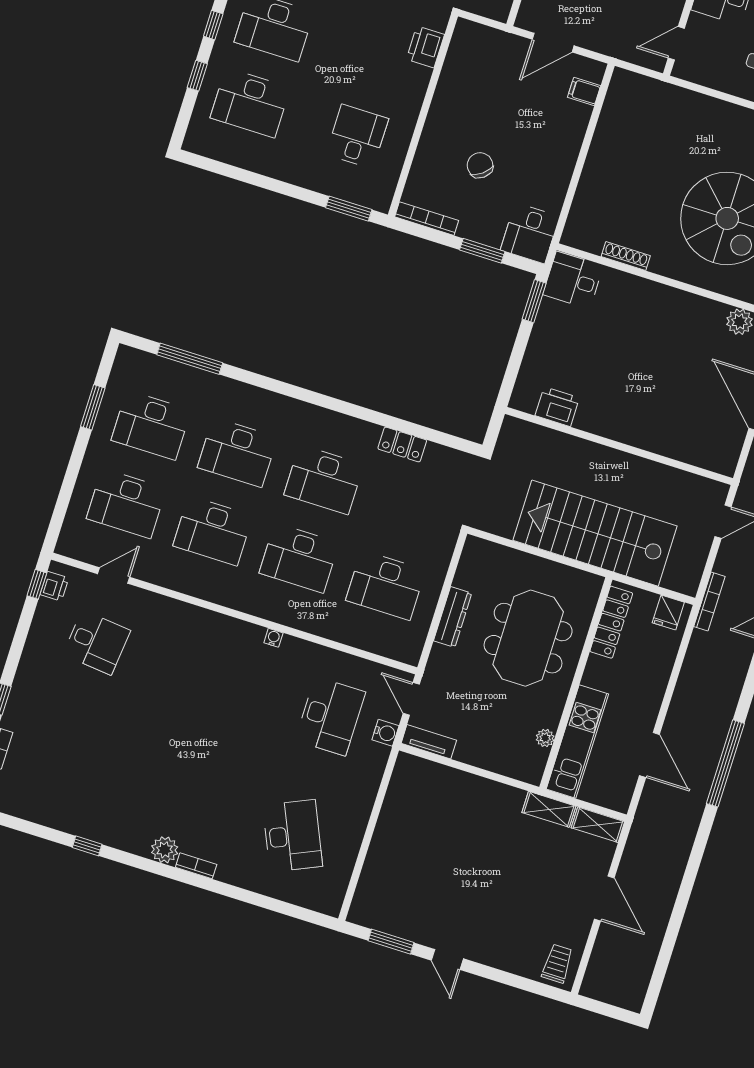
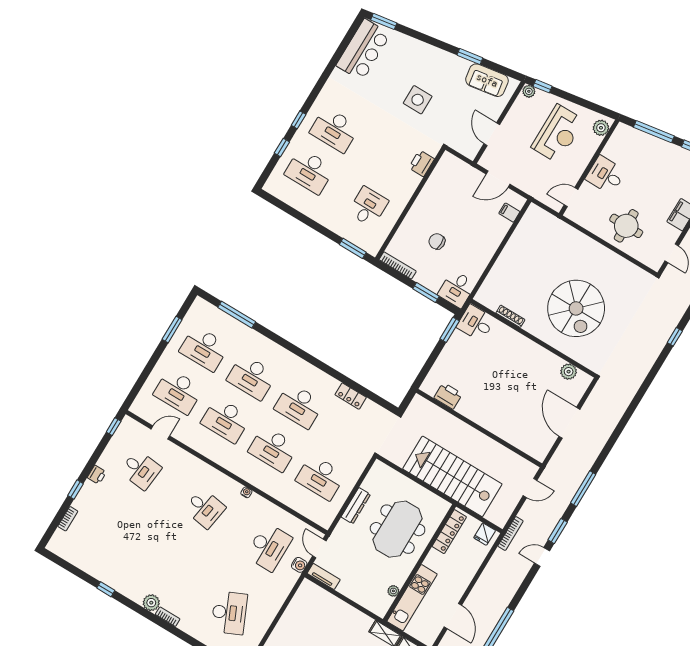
chair: (480, 165) -> (437, 241), turned -52
printer: (54, 586) -> (97, 475), moved
desk: (213, 679) -> (205, 508), added

